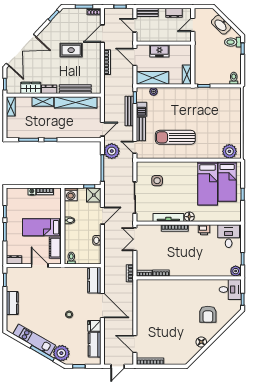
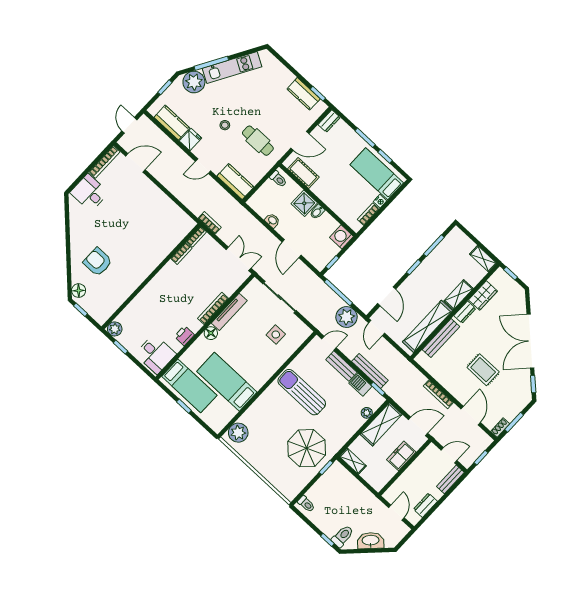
double door: (21, 50) -> (530, 341), moved
rug: (71, 50) -> (483, 370), turned 90
parasol: (203, 106) -> (307, 448), added
sun lounger: (175, 137) -> (302, 392), turned -90
door: (80, 140) -> (387, 296), added
bed: (227, 181) -> (189, 386), moved, turned 180
shower: (94, 195) -> (304, 203), moved
bed: (42, 227) -> (377, 174), moved, turned -90
cafe table: (61, 289) -> (258, 141), added
desk: (230, 289) -> (89, 193), moved, turned 90
kitchen counter: (12, 303) -> (304, 94), moved
door: (102, 306) -> (203, 166), width x0.53
floor lamp: (201, 342) -> (79, 291), moved

